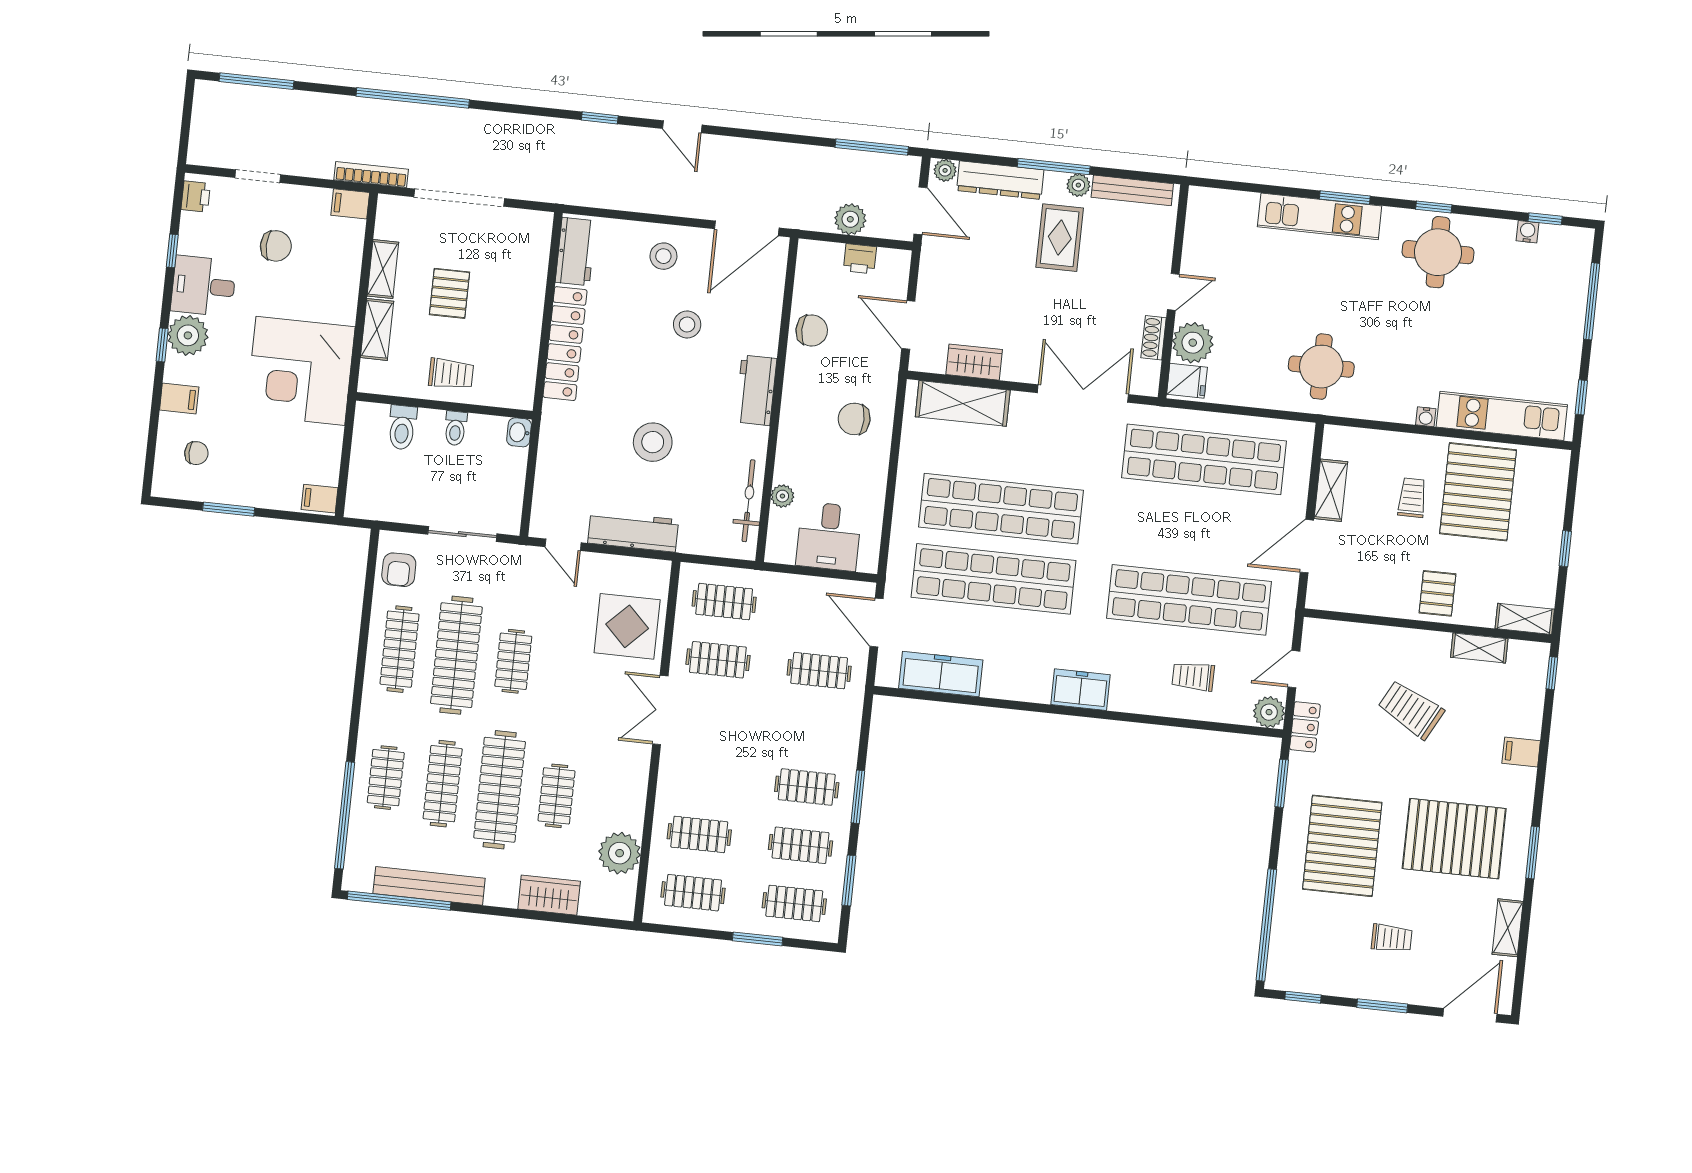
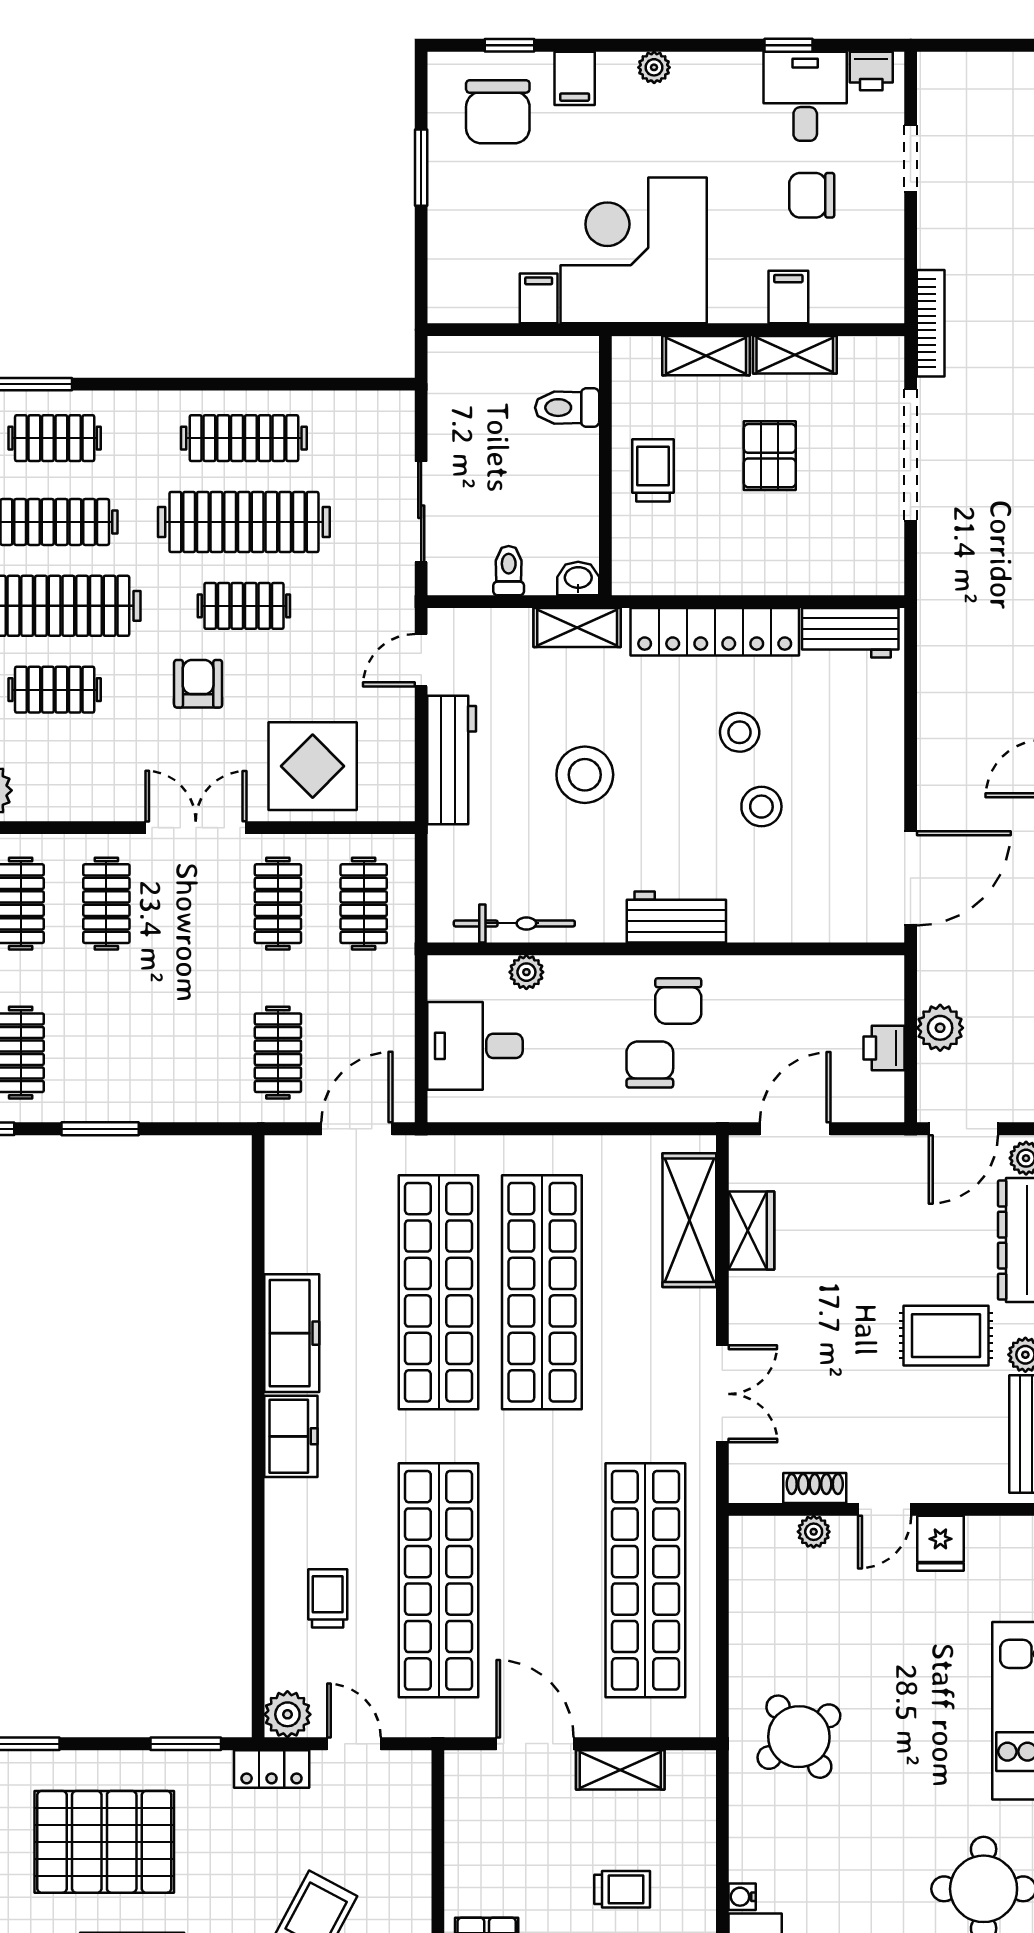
filing cabinet: (350, 204) -> (788, 297), moved
door: (747, 228) -> (911, 878), swing flipped
chair: (276, 246) -> (812, 195), turned 90
stool: (663, 256) -> (740, 732), moved
desk: (204, 286) -> (805, 96), moved
door: (1173, 292) -> (885, 1509), hinge flipped
pallet: (450, 293) -> (770, 456), turned 90
chair: (812, 330) -> (678, 1001), moved
plant: (188, 335) -> (654, 67), width x0.53, depth x0.53
plant: (1193, 343) -> (814, 1532), width x0.53, depth x0.53
window: (162, 345) -> (510, 45), moved
round table: (1321, 367) -> (799, 1737), turned -35
trolley: (451, 374) -> (653, 470), turned 180
fridge: (1187, 381) -> (940, 1543), moved
double door: (1083, 394) -> (722, 1394), width x0.73
toilet: (455, 428) -> (509, 571), moved, turned 90
shelving: (552, 437) -> (577, 628), added
chair: (196, 453) -> (498, 112), width x1.87, depth x1.87
filing cabinet: (320, 499) -> (539, 298), moved
armchair: (399, 570) -> (198, 684), moved, turned 90
freezer: (941, 674) -> (292, 1333), moved
clothes rail: (807, 787) -> (106, 904), moved

